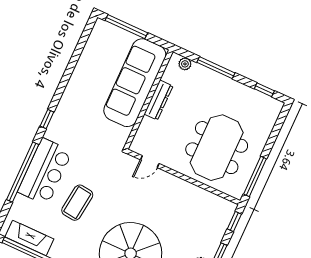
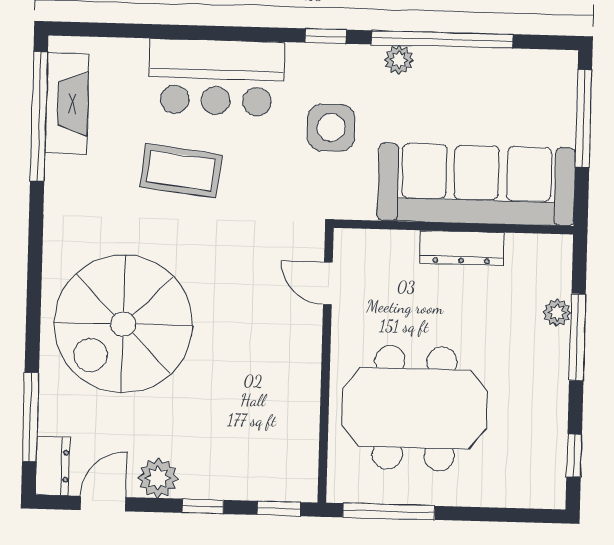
plant: (185, 64) -> (557, 313), moved
plant: (70, 93) -> (399, 60), added
side table: (86, 133) -> (331, 128), added
window: (23, 172) -> (442, 39), moved

